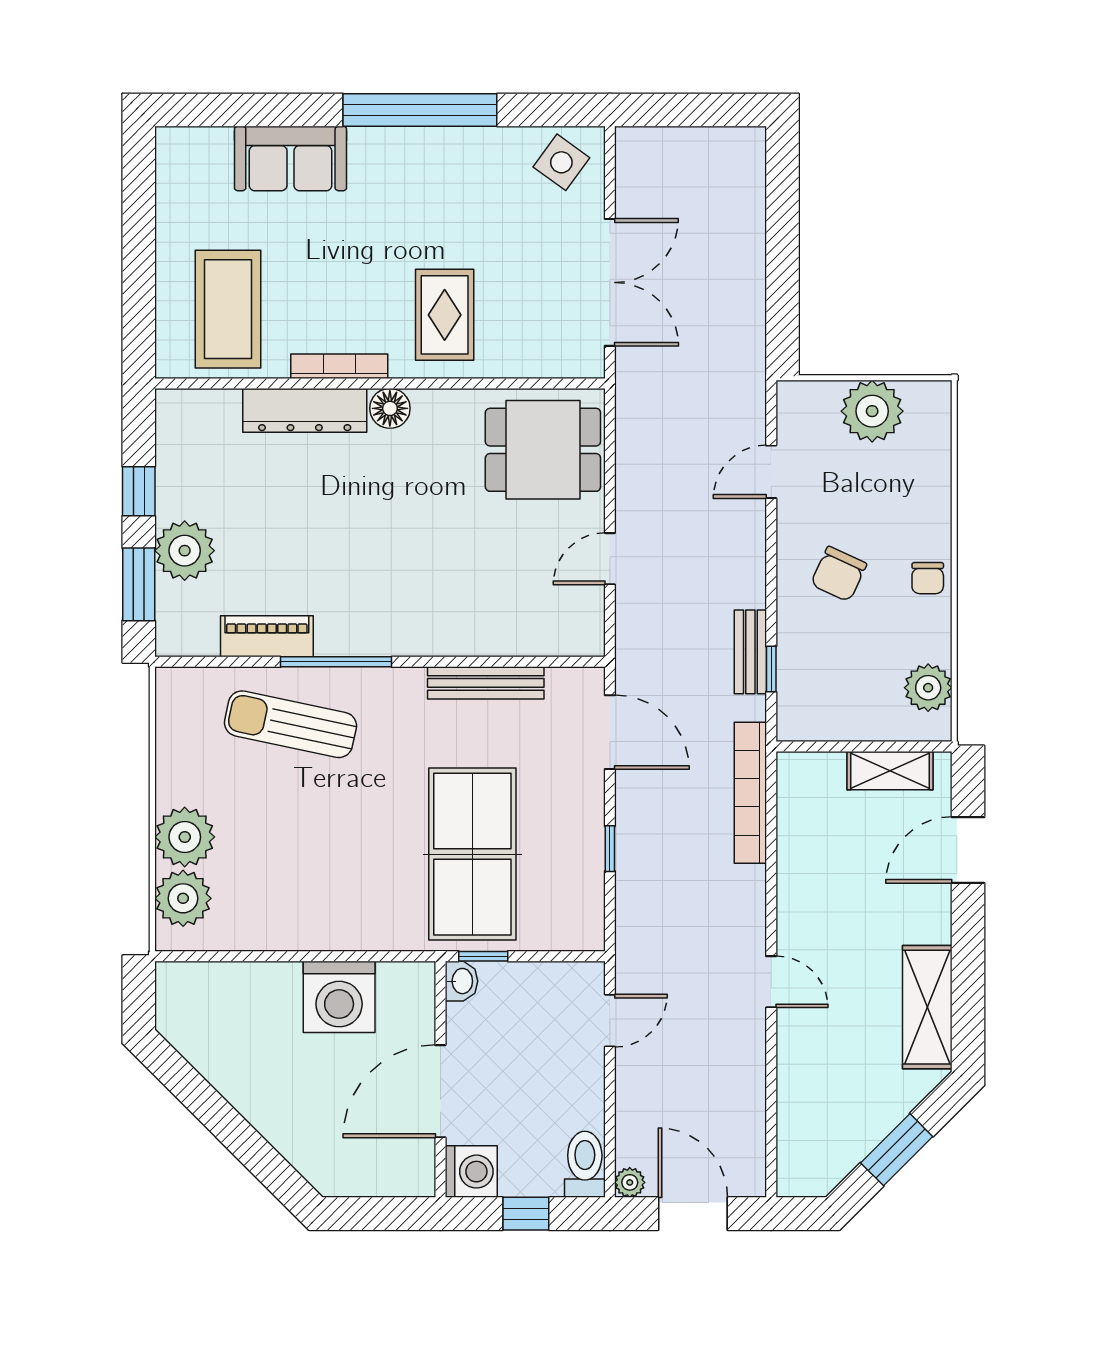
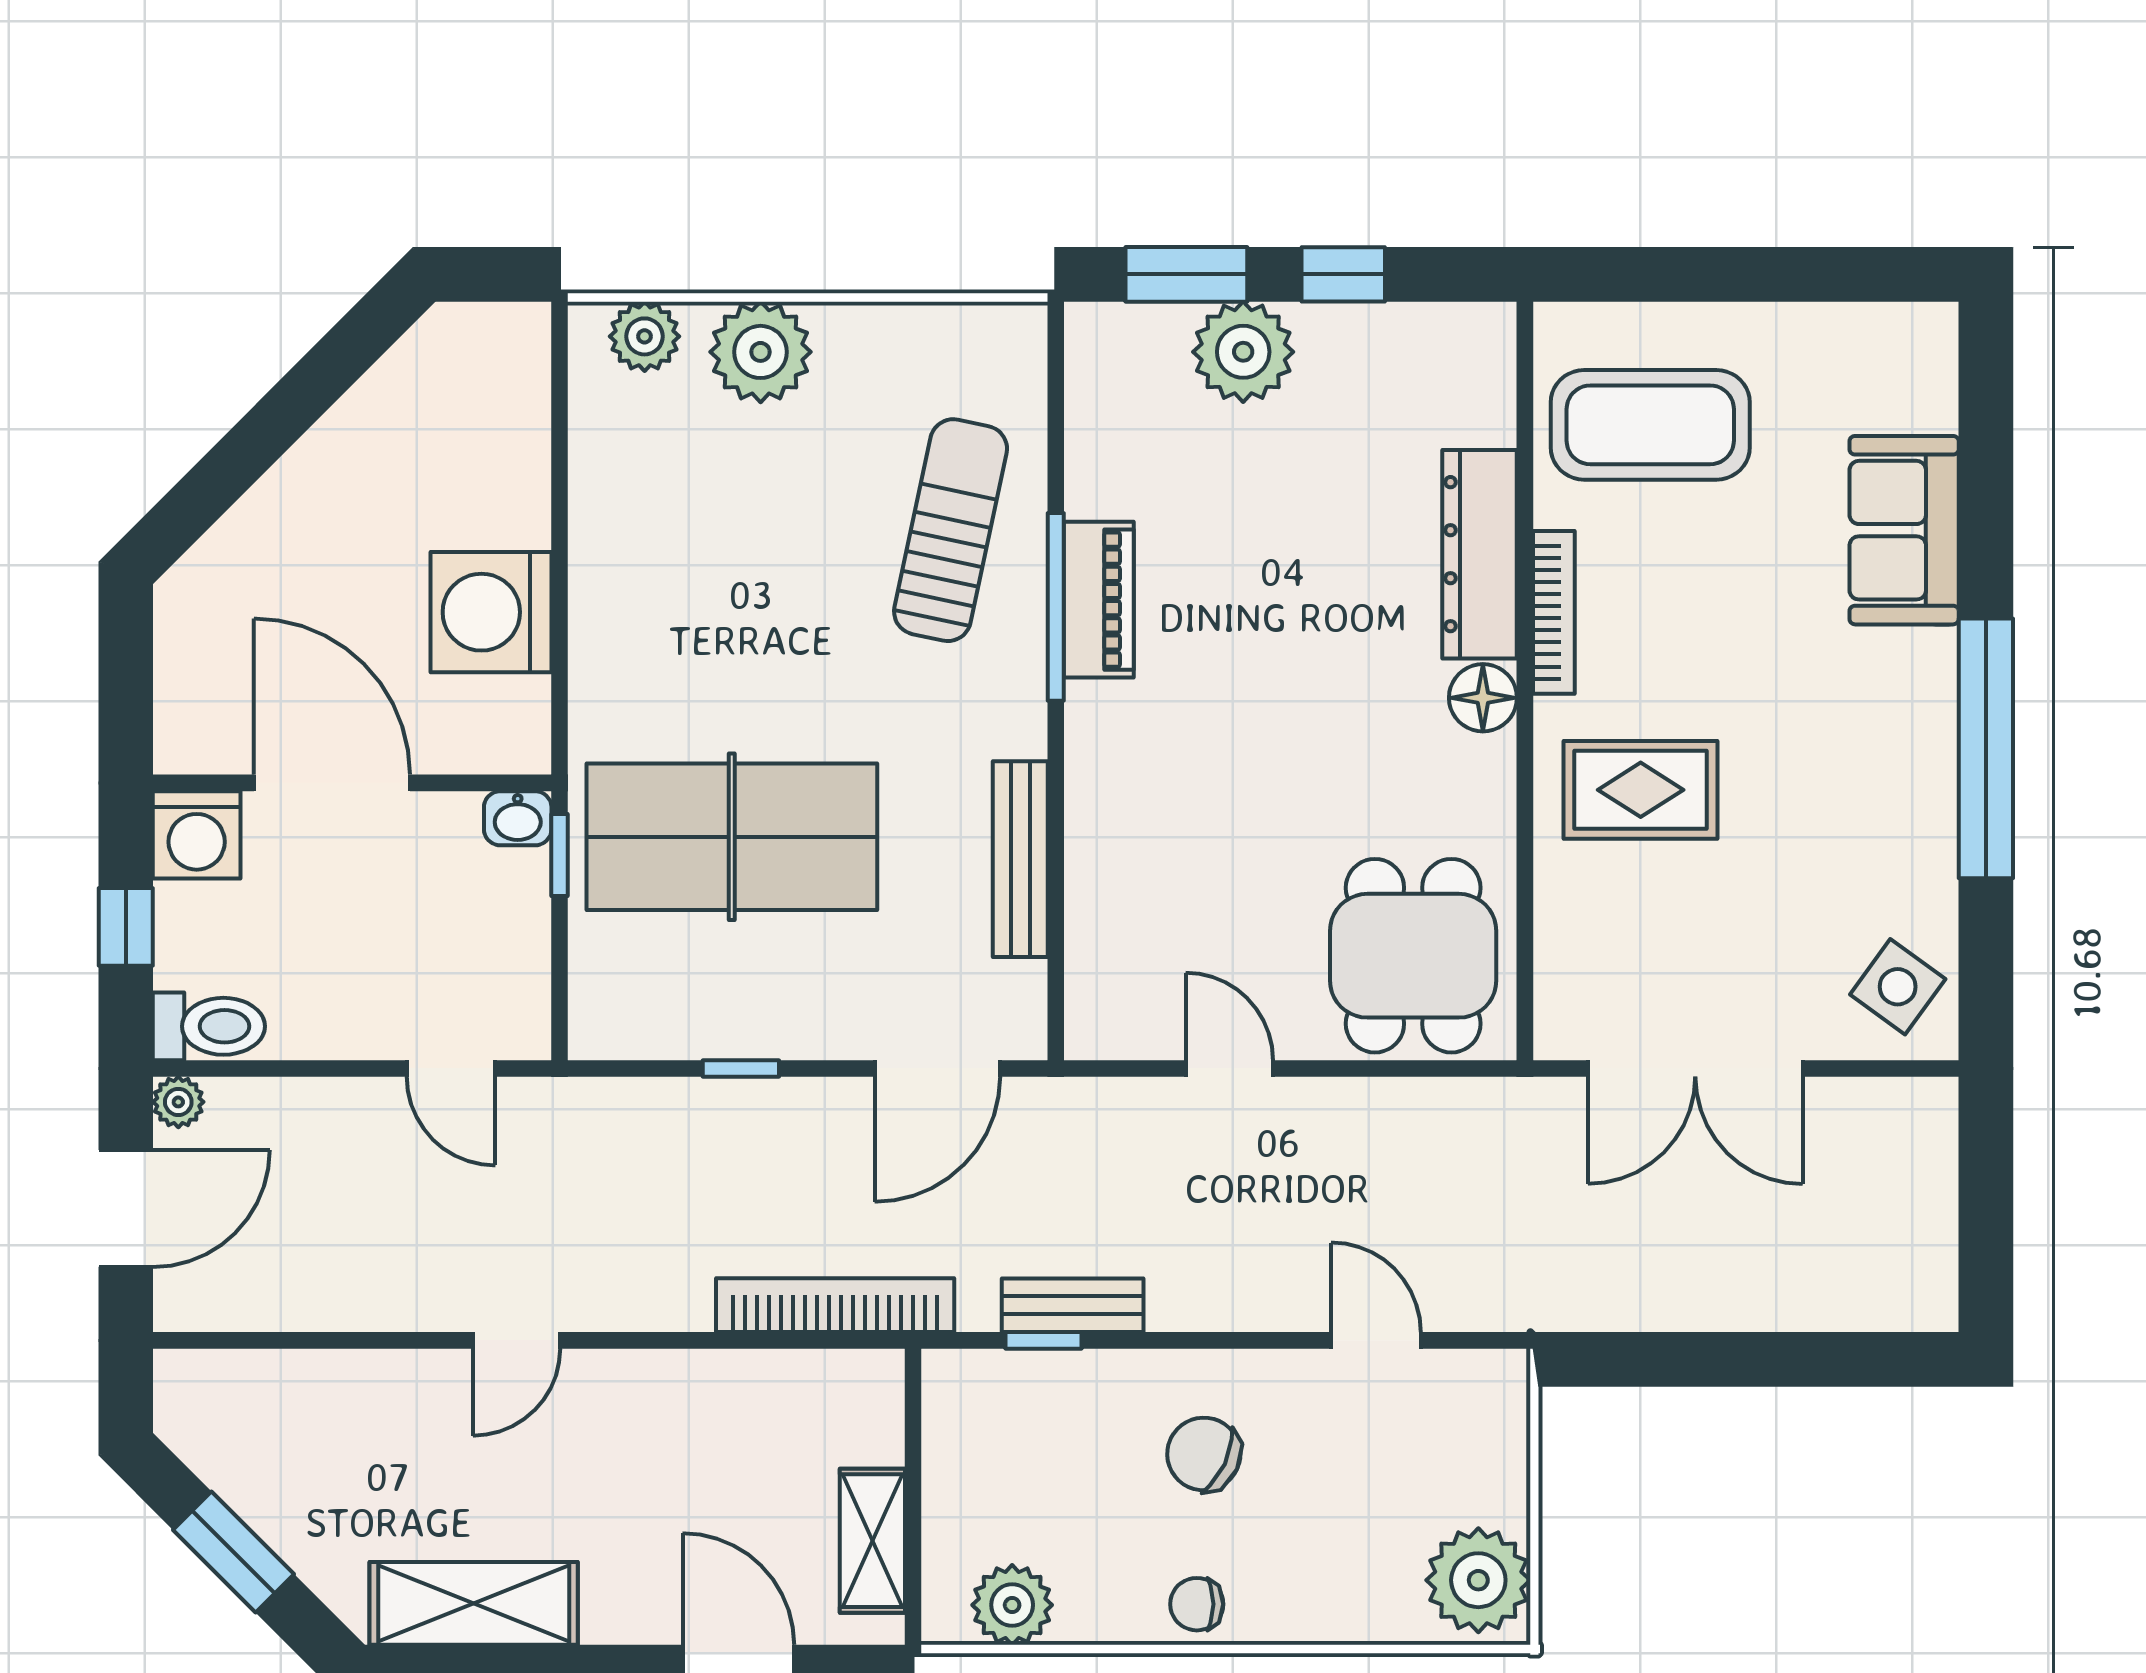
plant: (872, 411) -> (1478, 1580), moved
piano: (267, 636) -> (1099, 600), moved
plant: (183, 898) -> (645, 336), width x0.73, depth x0.73

